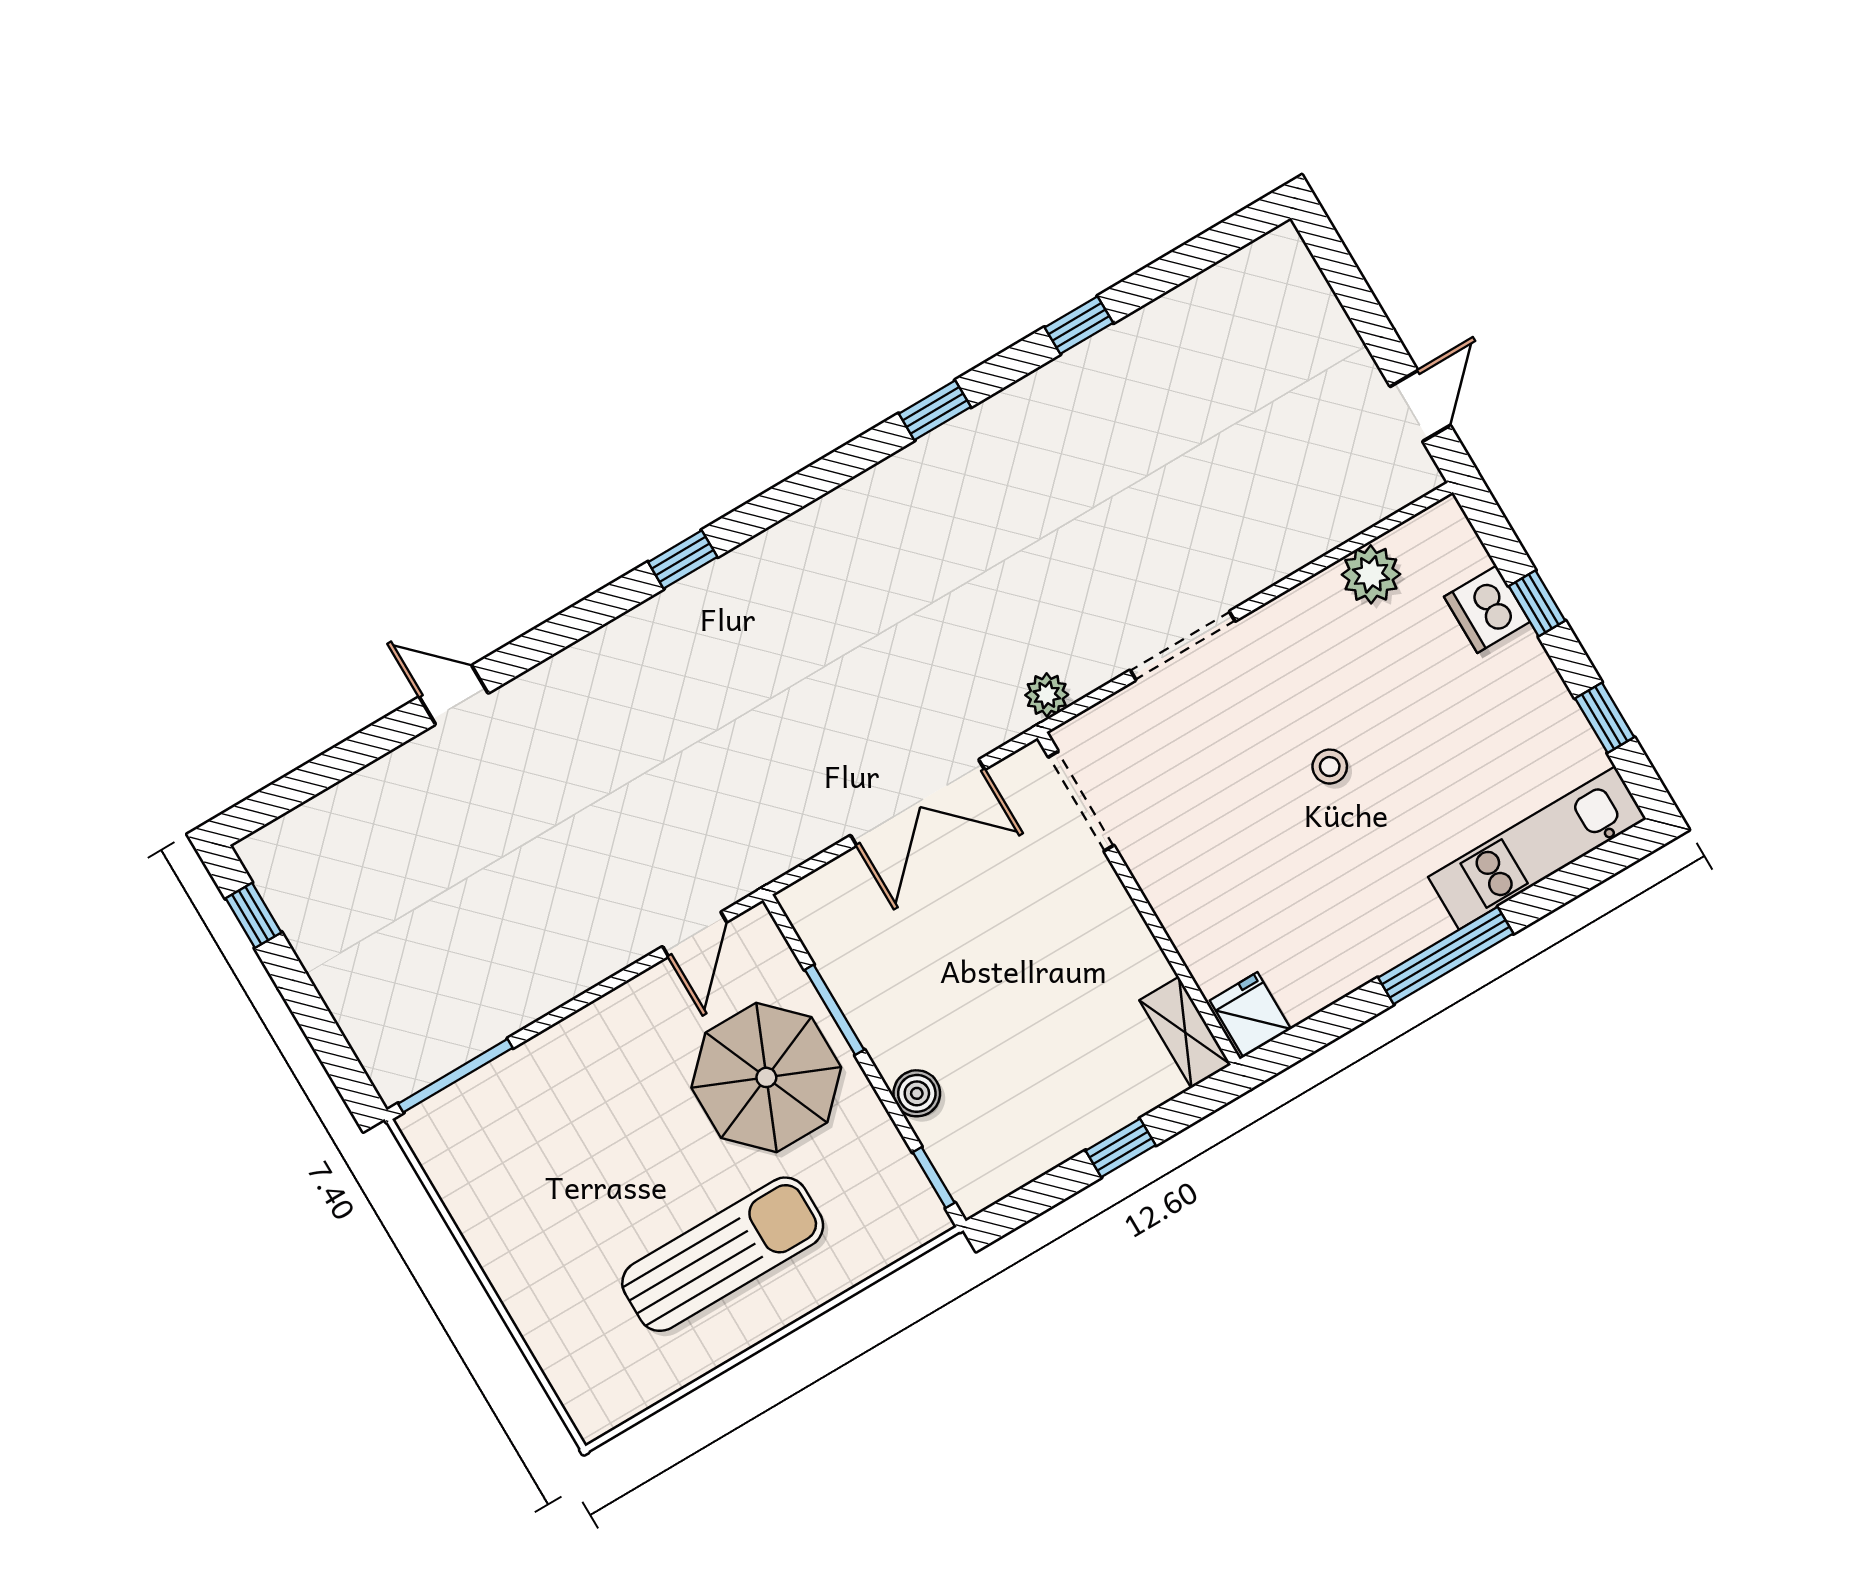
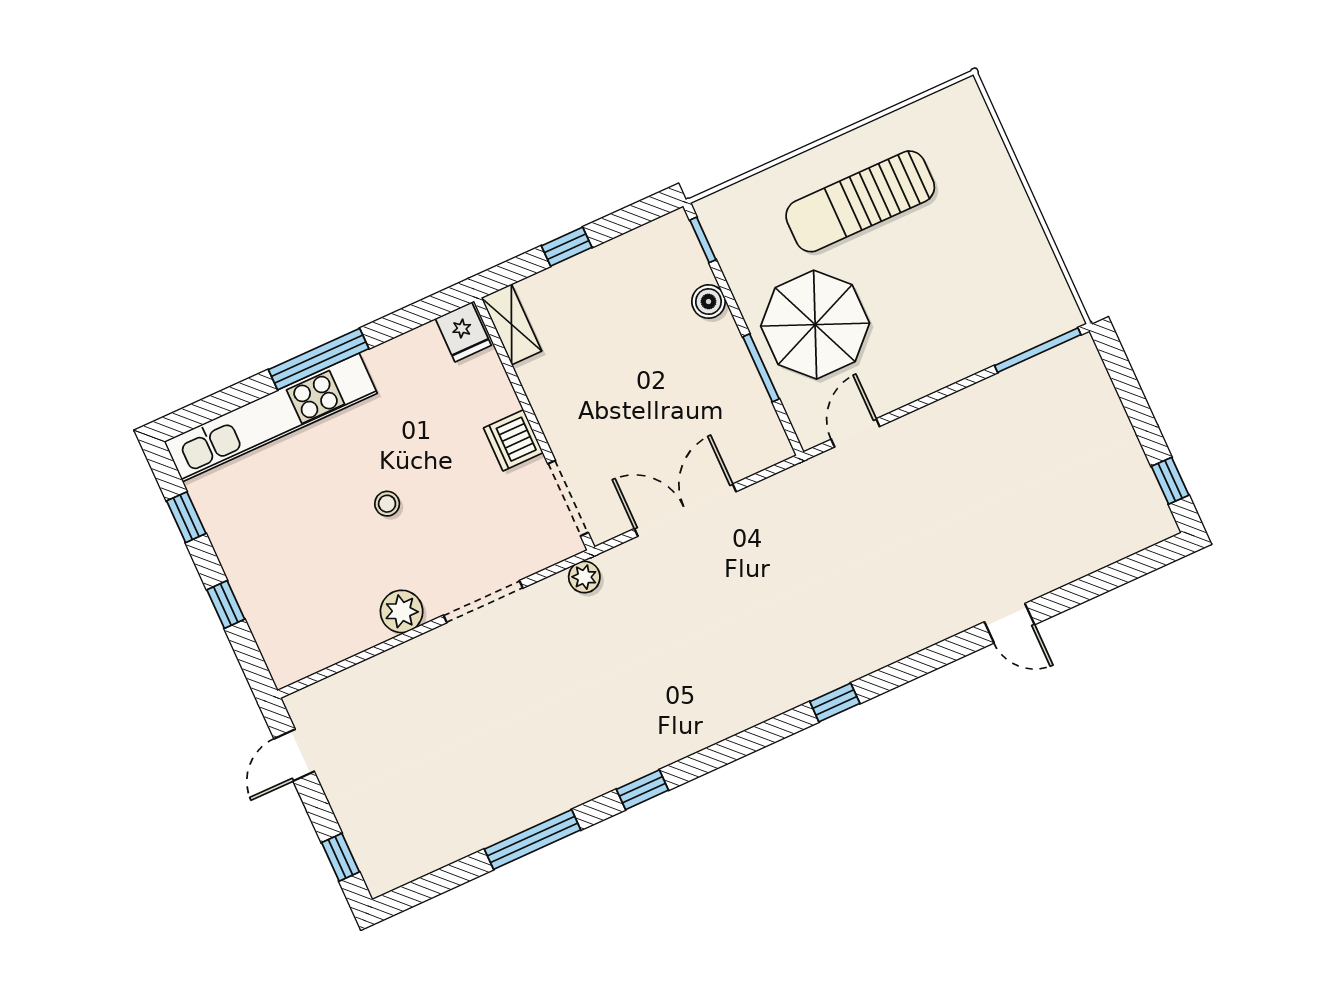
window: (1341, 272) -> (340, 857), added
window: (1079, 325) -> (533, 840), width x2.17
plant: (1371, 574) -> (402, 611), moved
dishwasher: (1487, 609) -> (513, 440), moved, turned 180
kitchen unit: (1537, 848) -> (271, 417), width x1.36

